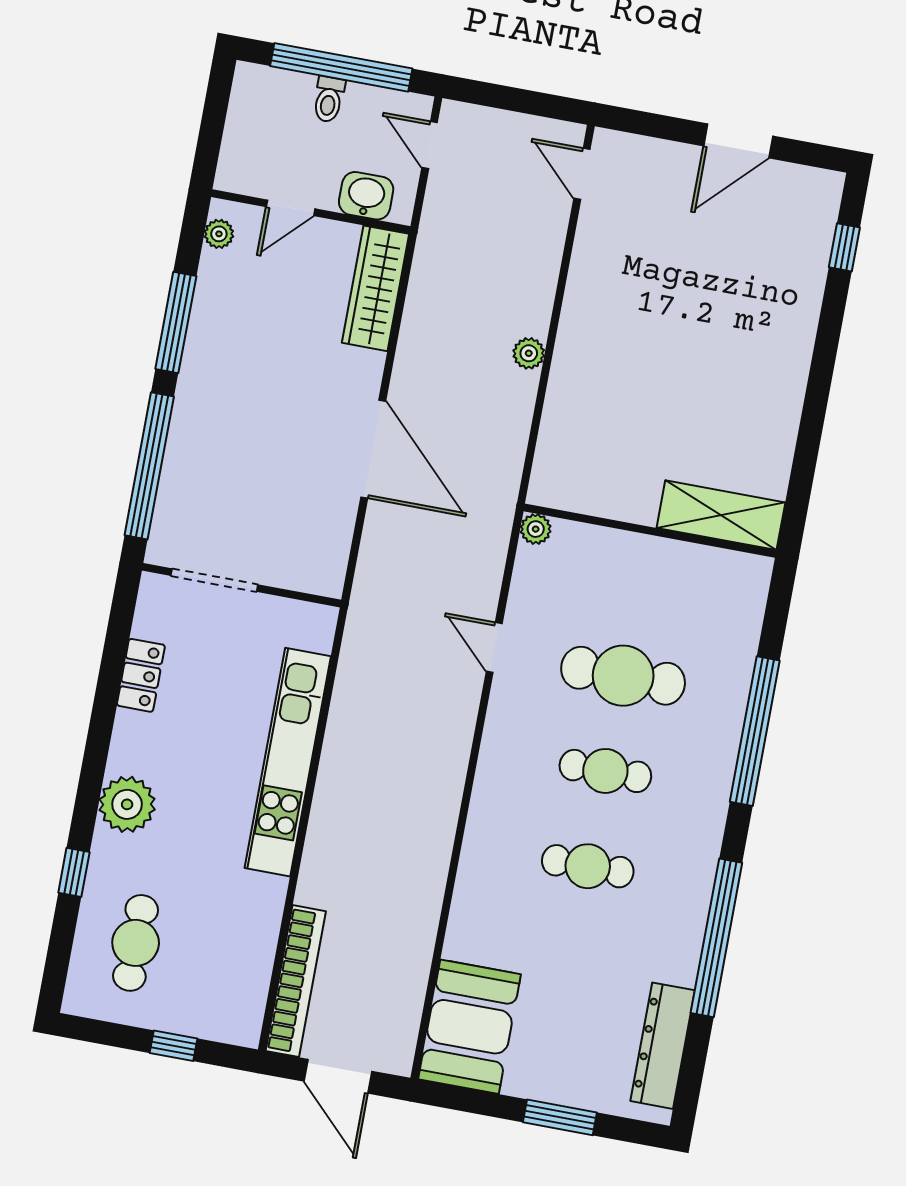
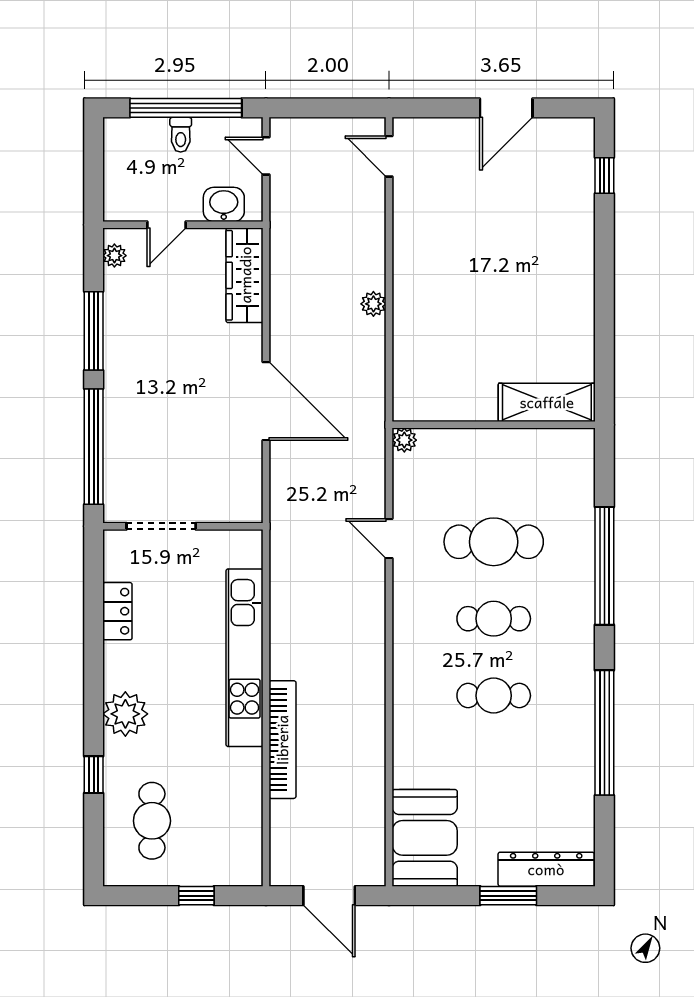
bookcase: (296, 981) -> (282, 740), moved
dresser: (663, 1046) -> (546, 869), moved, turned 90

